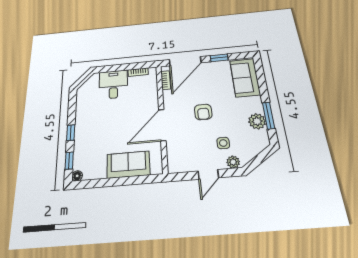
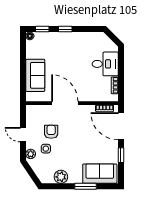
armchair: (203, 112) -> (51, 132), moved, turned 90
window: (269, 116) -> (85, 186), moved

